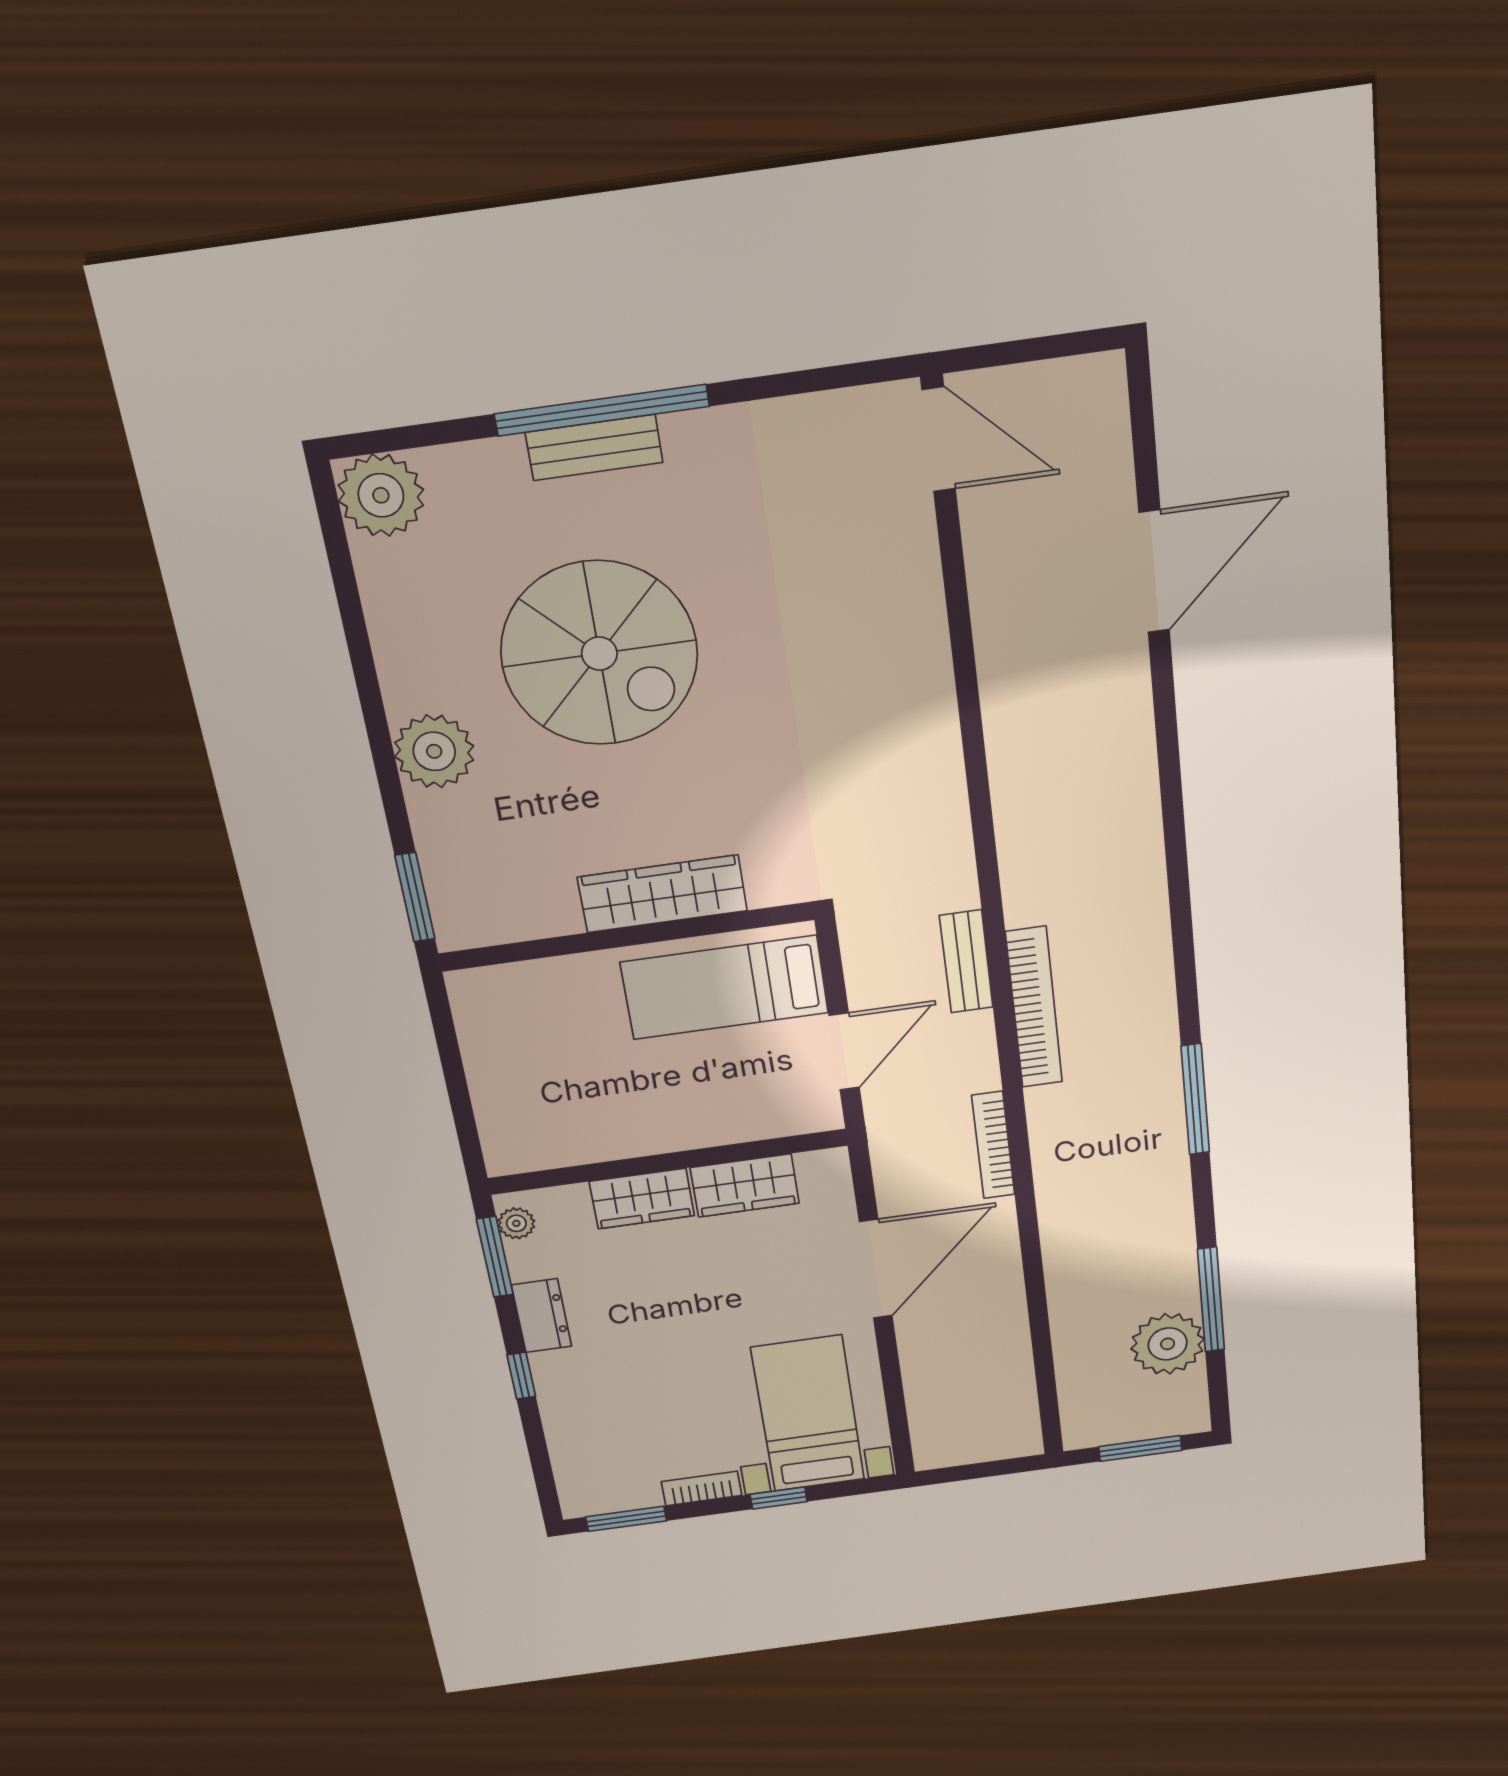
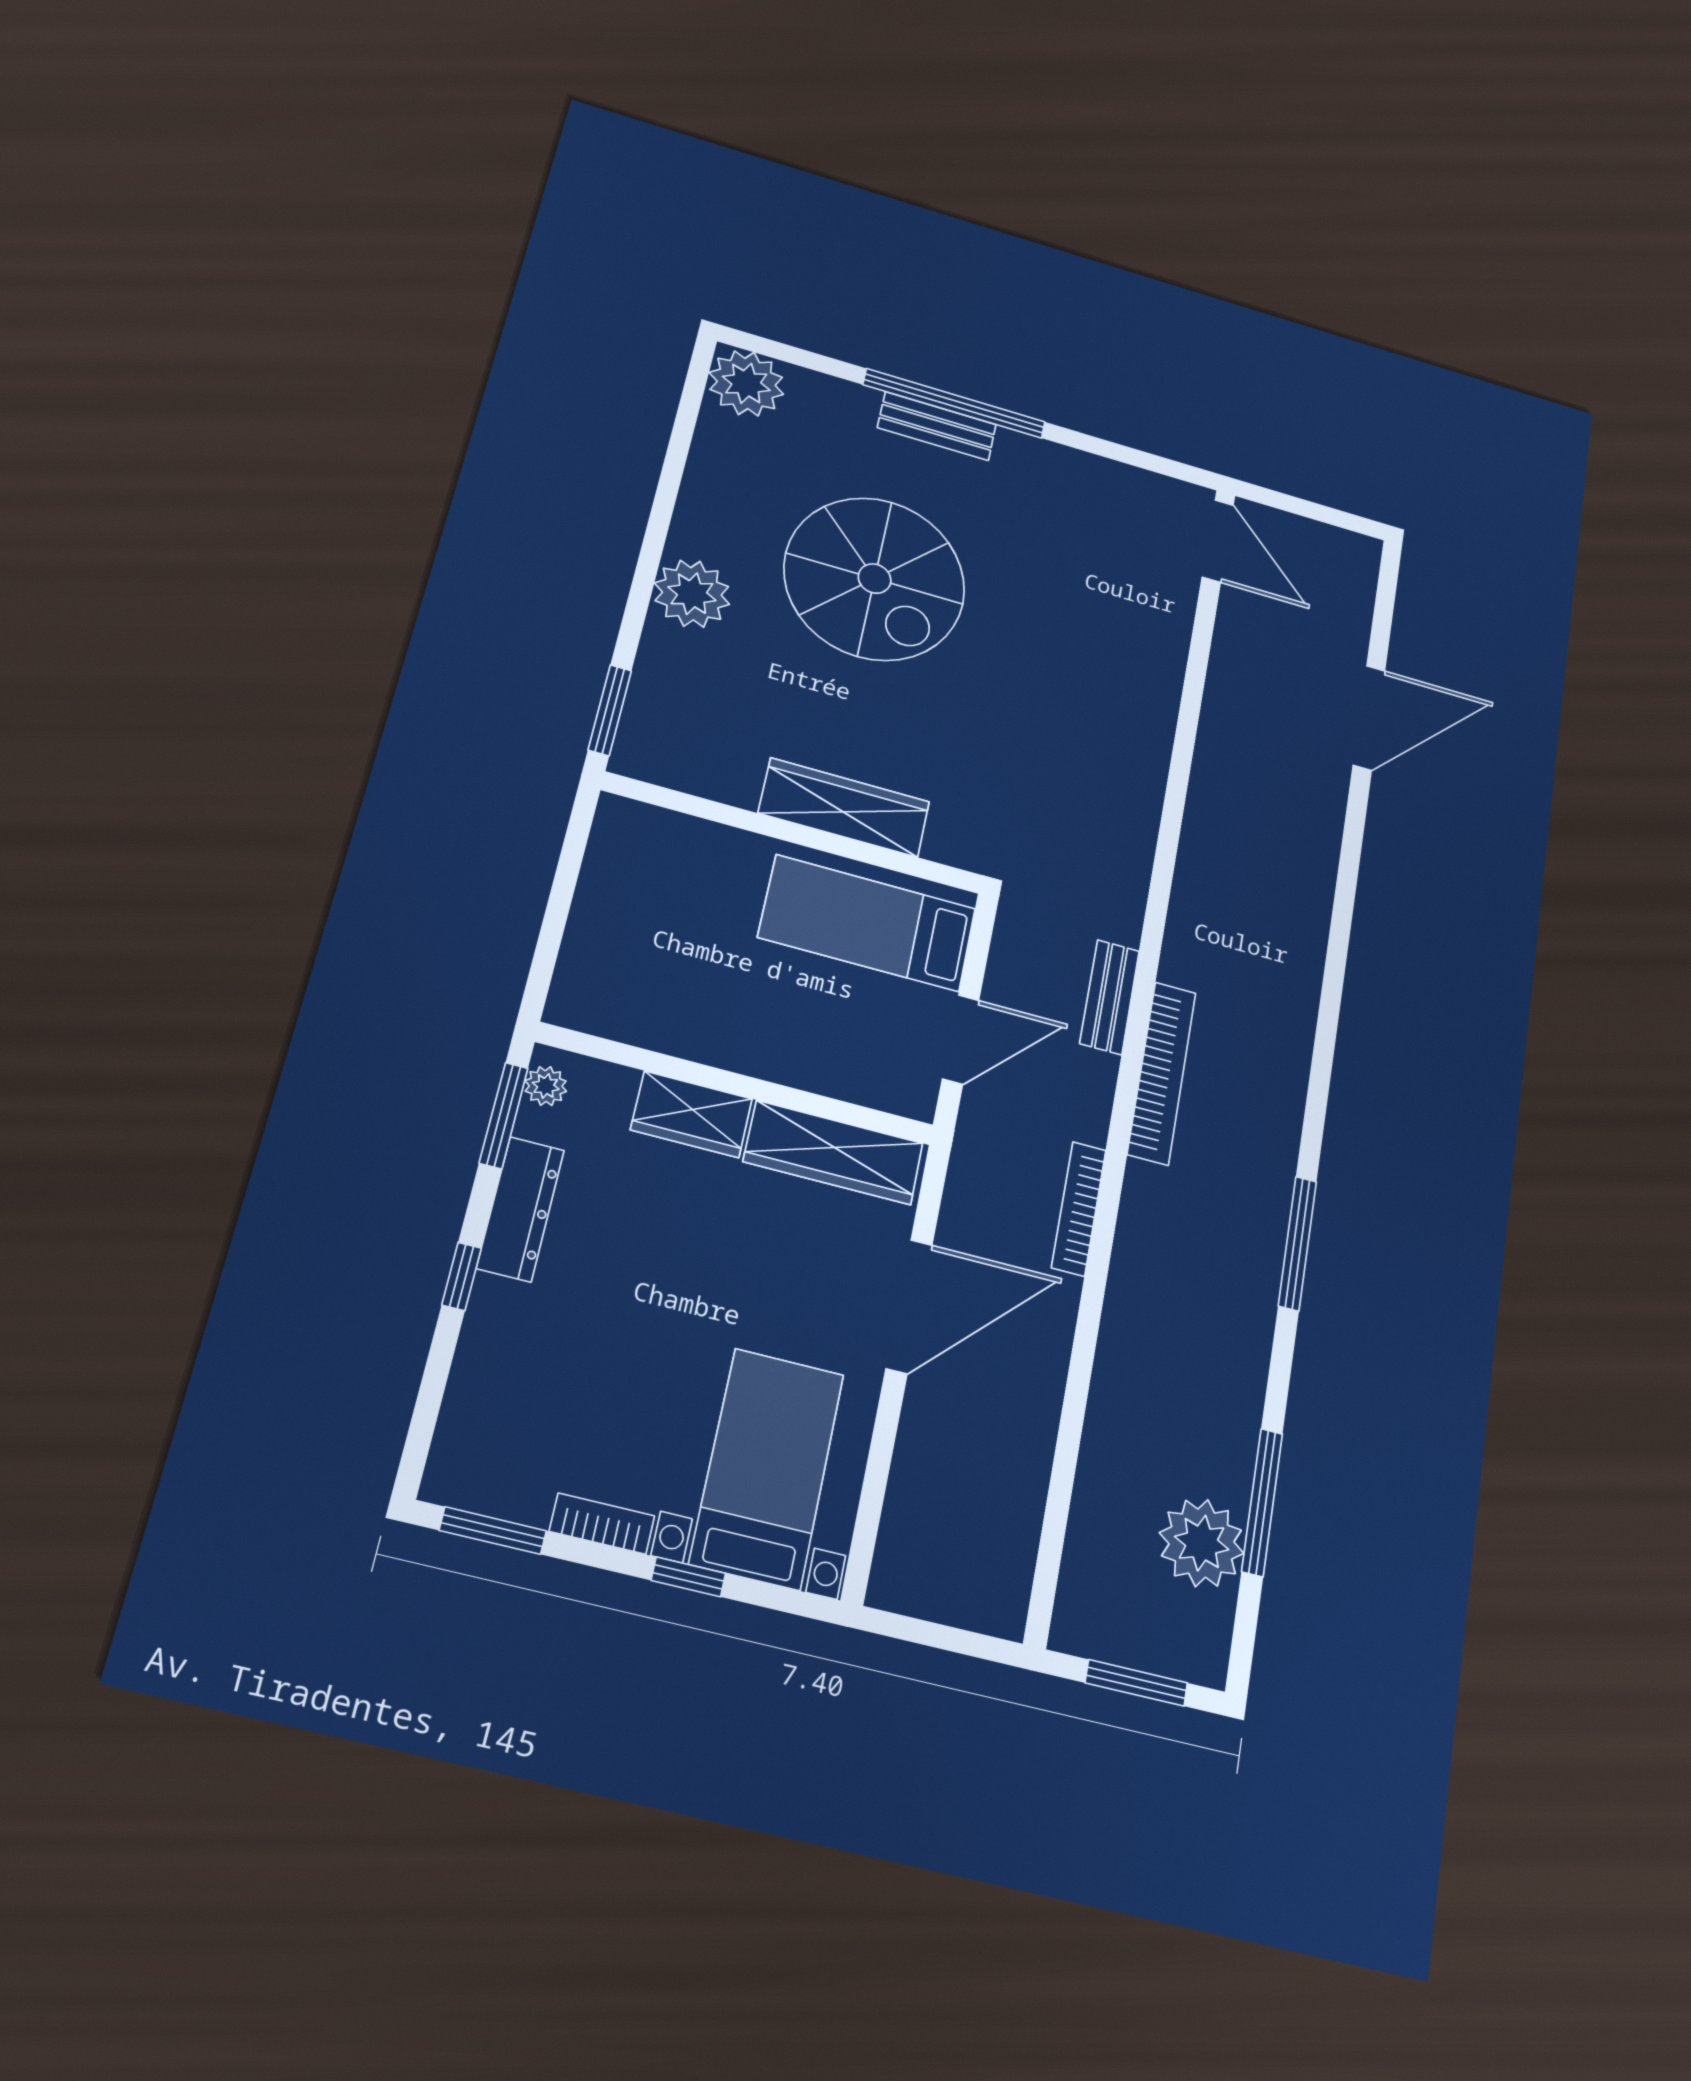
wardrobe: (745, 1185) -> (833, 1152), width x1.50
dresser: (542, 1316) -> (521, 1209), width x1.44

